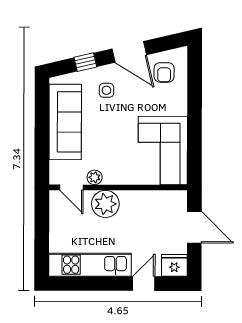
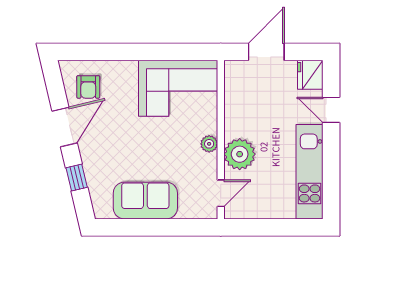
armchair: (164, 72) -> (88, 87), turned 90
side table: (106, 90) -> (109, 153), removed
sofa: (65, 122) -> (145, 201), width x0.73
plant: (95, 177) -> (209, 144), moved

